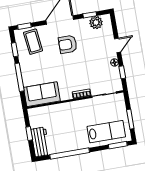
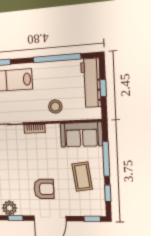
coffee table: (33, 42) -> (82, 177), moved
stool: (66, 114) -> (55, 107), added
workbench: (40, 142) -> (91, 83), width x1.37

